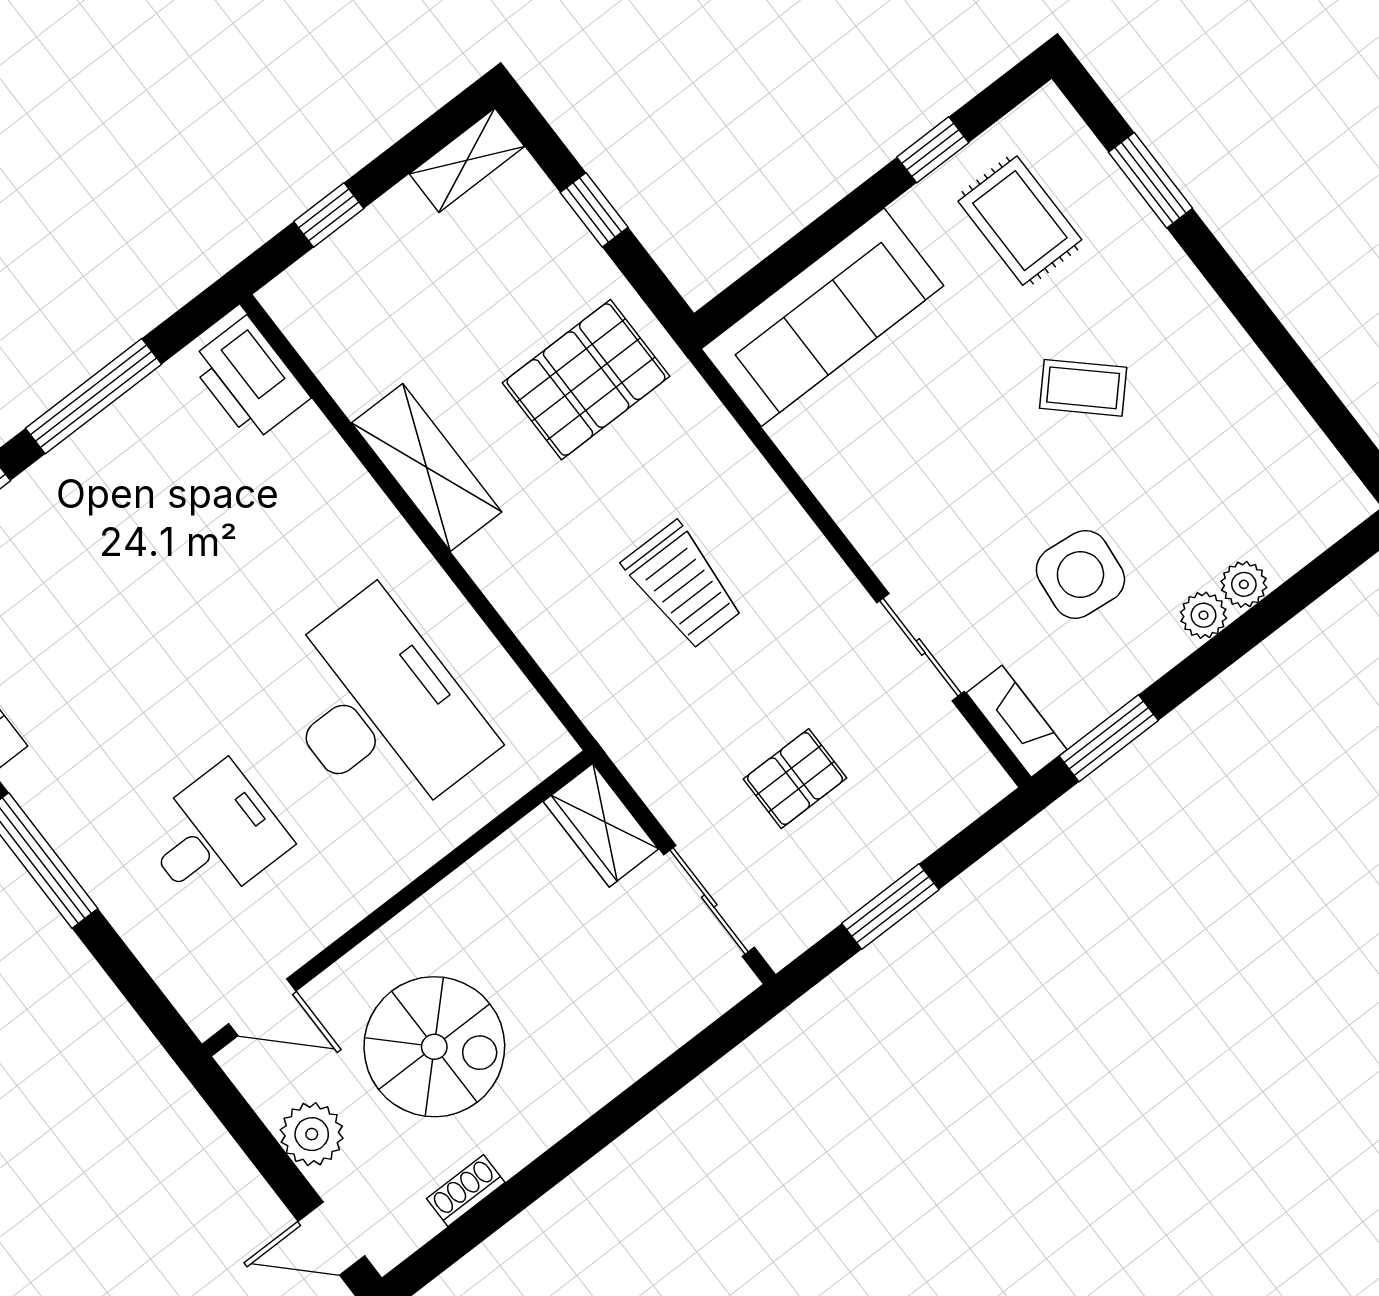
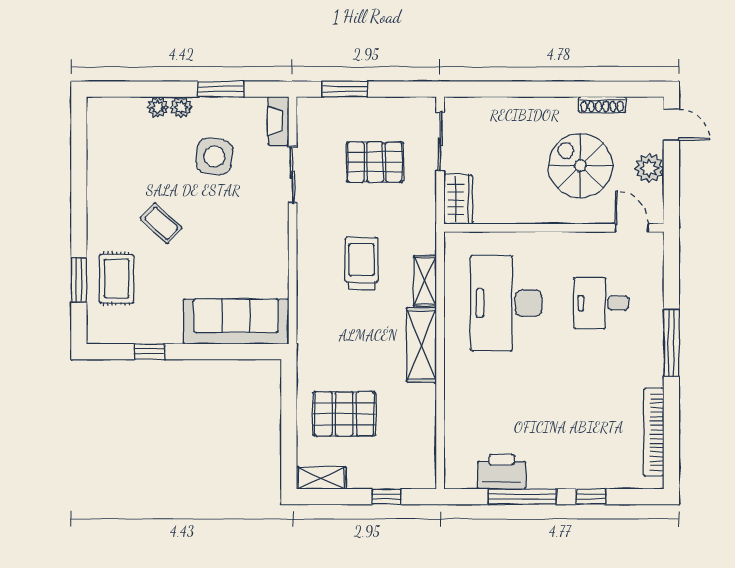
window: (594, 210) -> (289, 424), removed
rug: (1020, 221) -> (116, 279), moved
printer: (249, 379) -> (502, 472), moved, turned -90
pallet: (586, 380) -> (344, 414), moved
shelving: (427, 467) -> (421, 345), moved
shelving: (550, 640) -> (425, 281), added
window: (1109, 738) -> (221, 89), moved
pallet: (795, 779) -> (375, 162), width x1.50, depth x1.42
window: (890, 906) -> (345, 89), moved
shoe rack: (466, 1191) -> (602, 105), width x1.43

